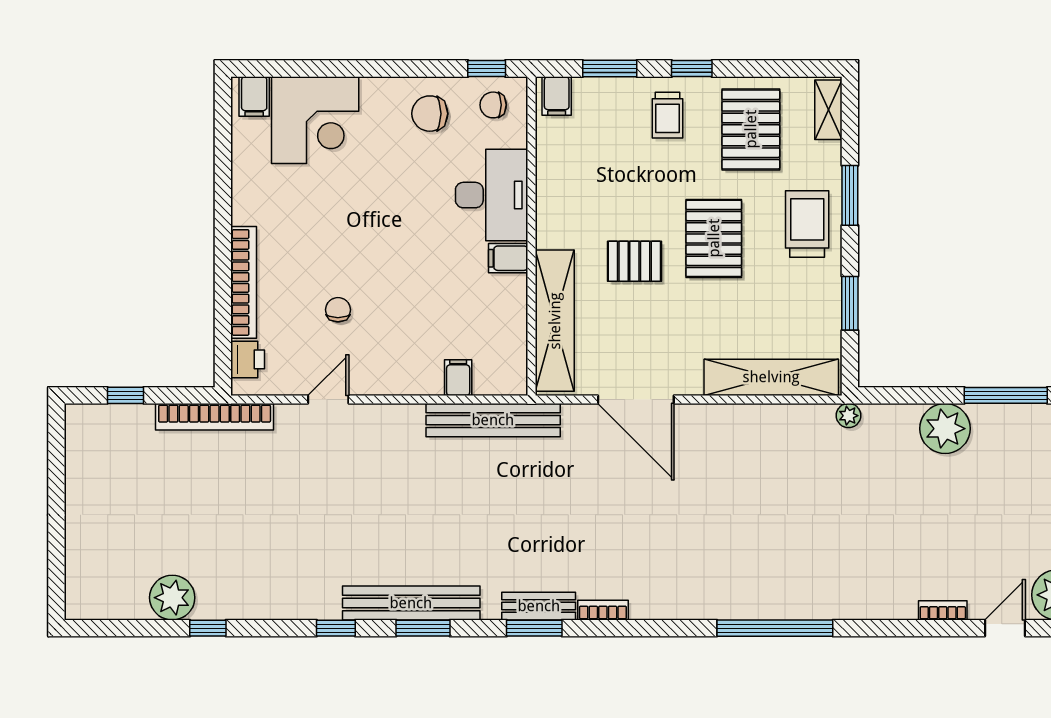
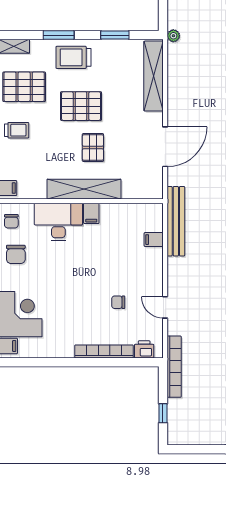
shelving: (555, 321) -> (84, 189), moved

